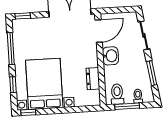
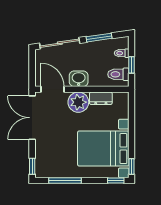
sliding door: (144, 35) -> (60, 43), width x1.37
plant: (88, 57) -> (78, 102), added
window: (13, 85) -> (116, 181), moved
window: (127, 106) -> (131, 65), width x0.67

